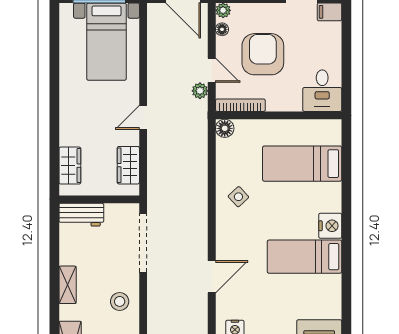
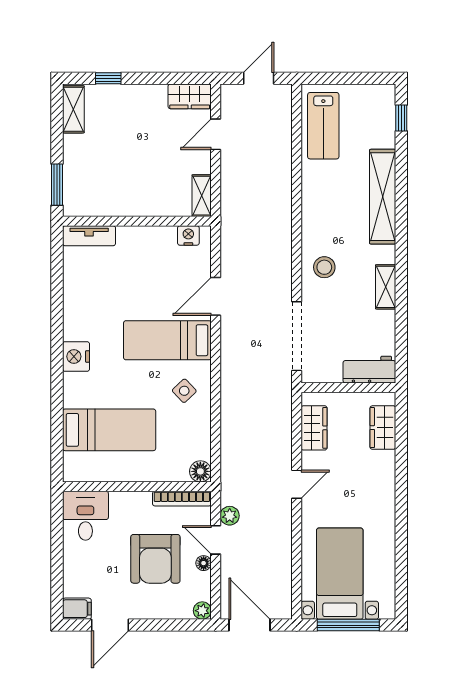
floor lamp: (222, 29) -> (204, 563), moved
bed: (304, 257) -> (167, 340), moved, turned 180

